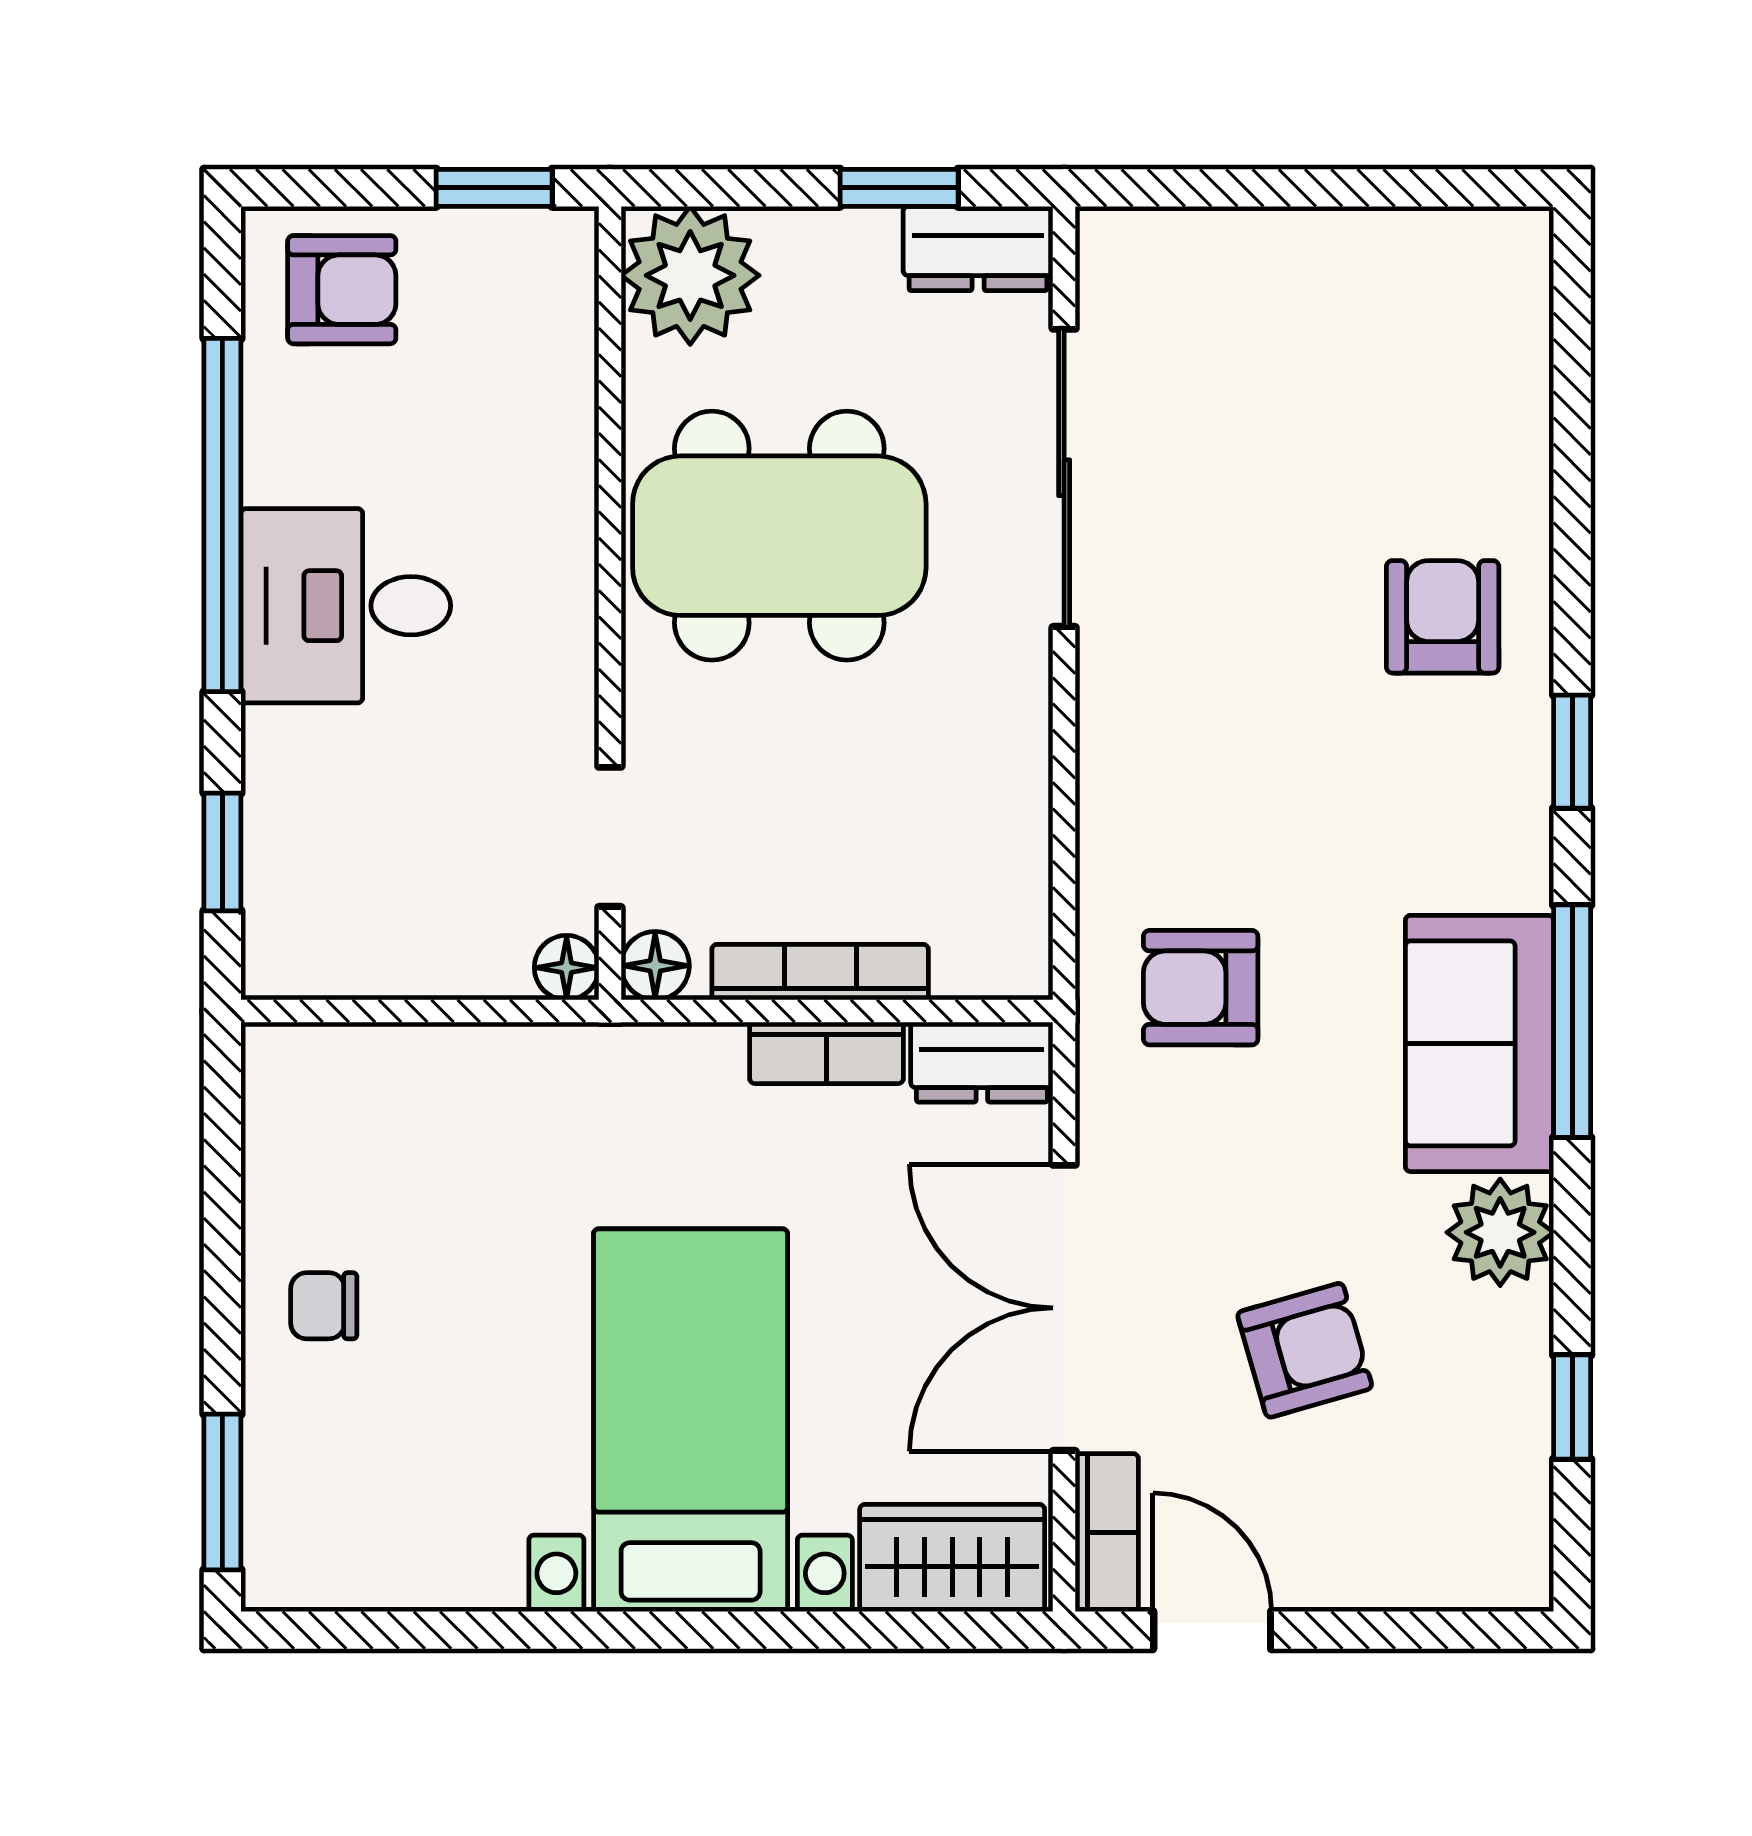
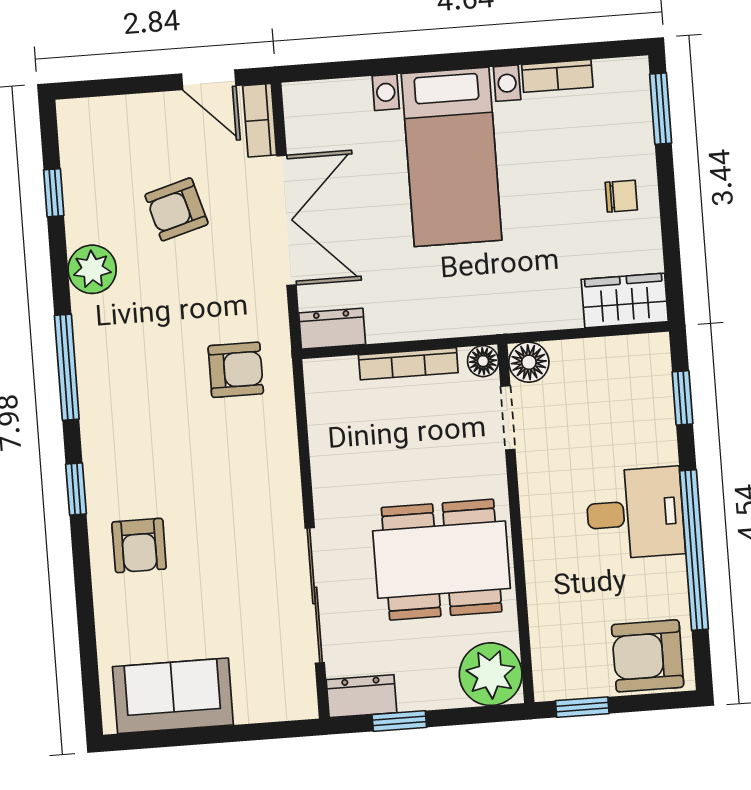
armchair: (342, 290) -> (648, 656), width x1.38, depth x1.38
floor lamp: (567, 968) -> (529, 362), width x1.37, depth x1.37
sofa: (1479, 1043) -> (173, 696), moved, turned -90
bookcase: (826, 1053) -> (557, 76), moved, turned 180
wardrobe: (952, 1558) -> (625, 300), moved, turned 180

